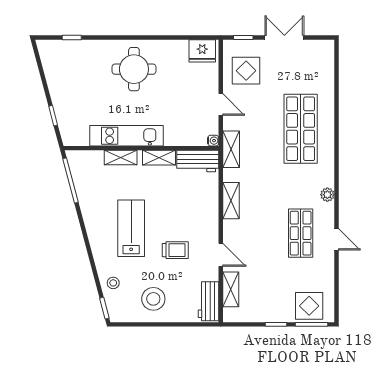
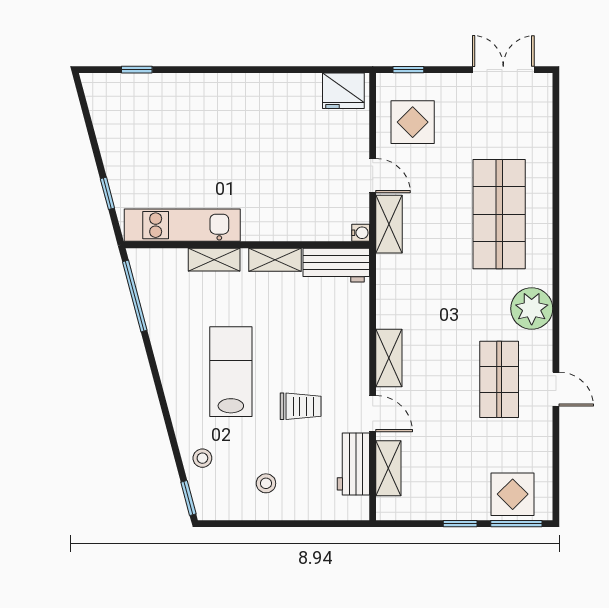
double door: (284, 38) -> (503, 70), moved
round table: (134, 69) -> (235, 120), removed
kitchen unit: (126, 136) -> (182, 225), moved
shelving: (231, 149) -> (389, 224), moved
plant: (327, 195) -> (532, 309), width x1.88, depth x1.88
shelving: (231, 201) -> (389, 358), moved
stool: (153, 299) -> (266, 483), width x0.53, depth x0.53
workbench: (209, 301) -> (353, 464), moved

